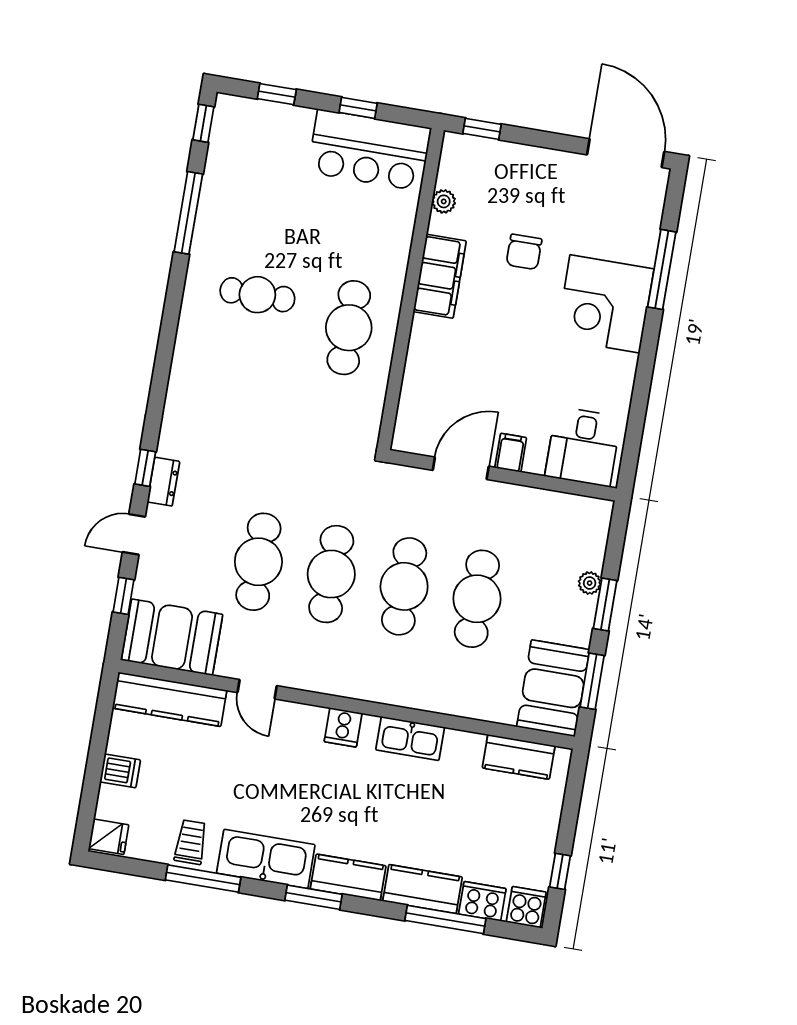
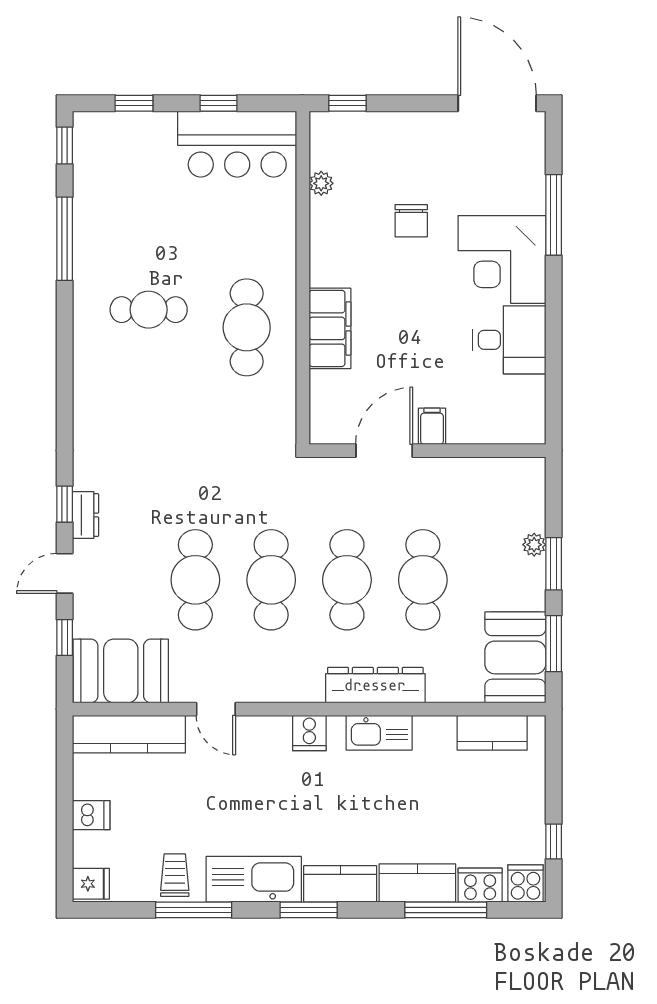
filing cabinet: (440, 276) -> (330, 328), moved
desk: (583, 447) -> (509, 340), moved, turned -90
dresser: (414, 692) -> (375, 685), added

